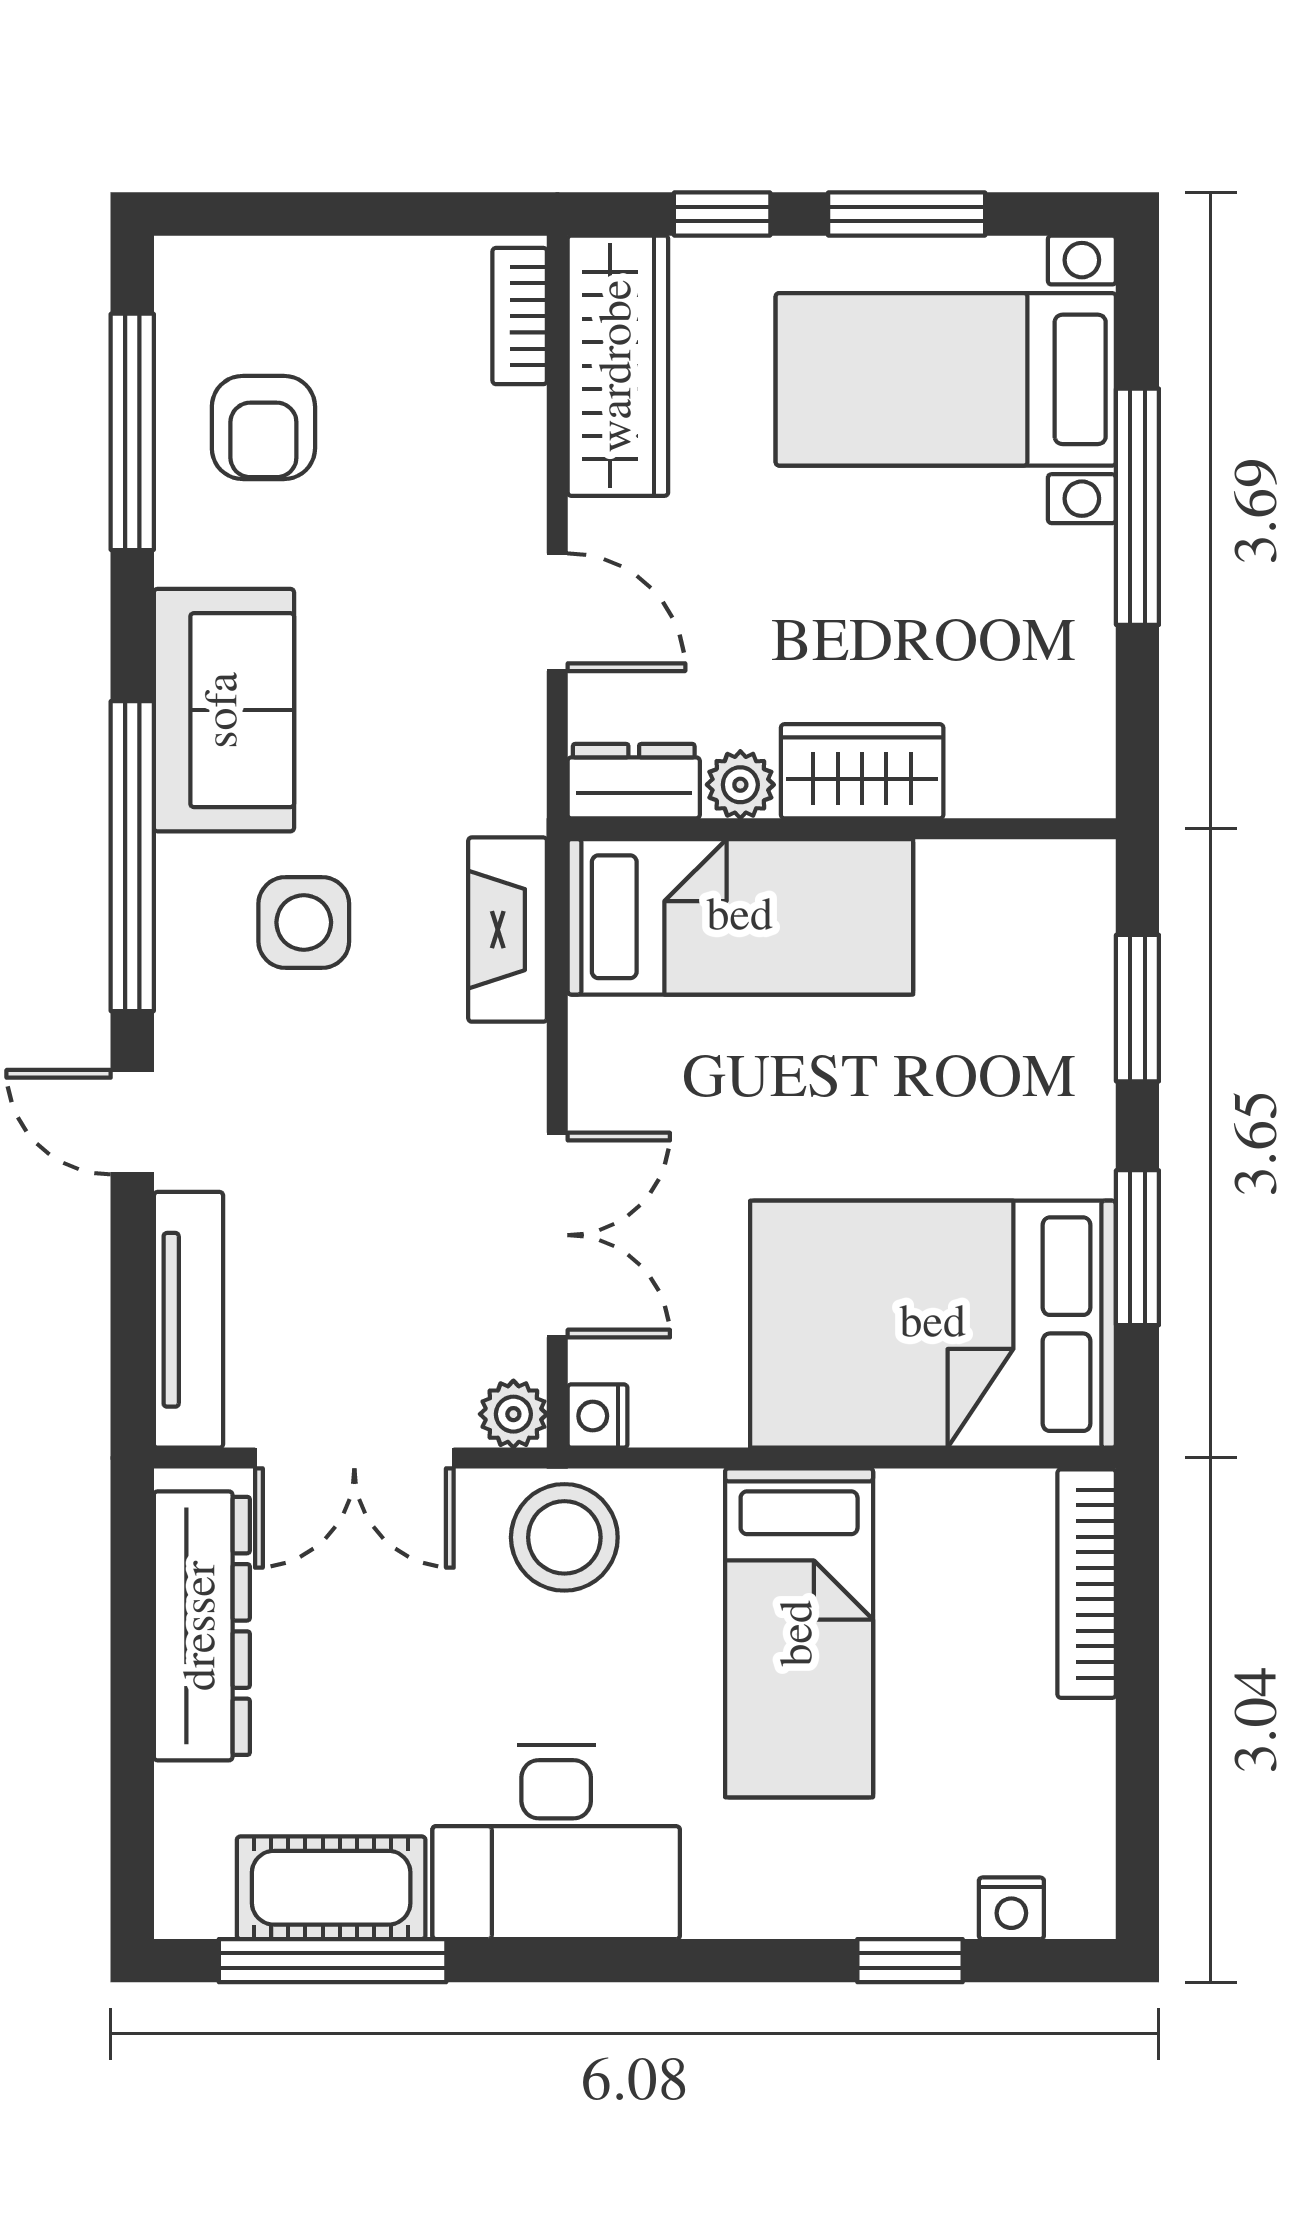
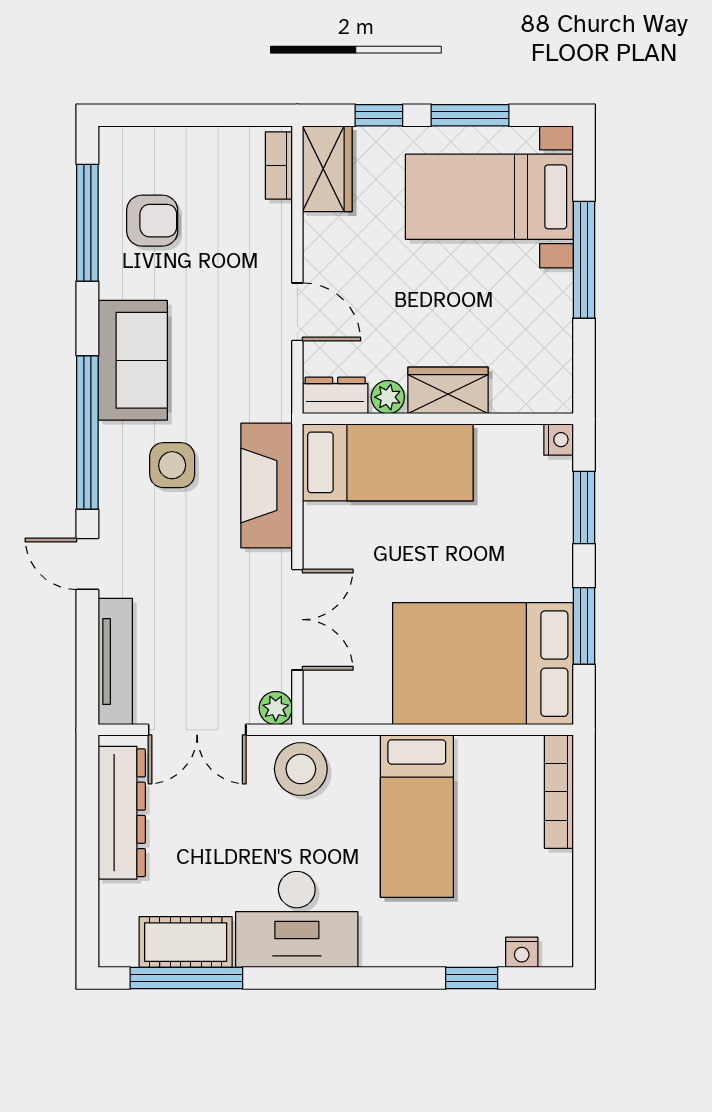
wardrobe: (618, 366) -> (327, 169), width x0.67
armchair: (263, 427) -> (152, 221), turned -90
fireplace: (508, 930) -> (267, 485), width x1.37, depth x1.32
nightstand: (598, 1416) -> (559, 440), moved, turned 180

